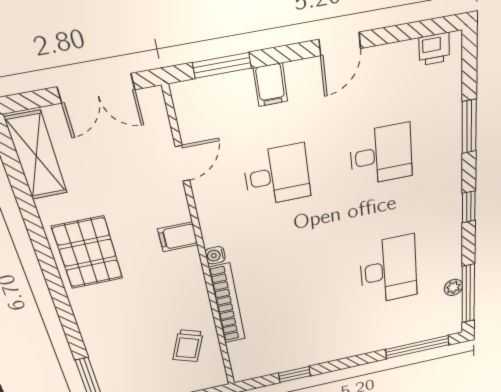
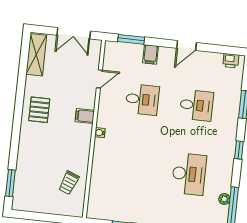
pallet: (88, 253) -> (39, 110), width x0.67, depth x0.71
bookcase: (227, 304) -> (97, 164), removed

